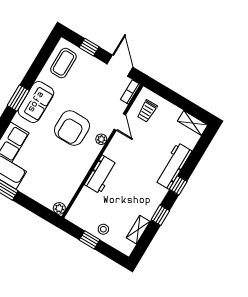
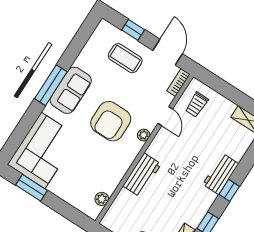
coffee table: (63, 63) -> (125, 58), moved, turned 90
window: (18, 98) -> (51, 85), width x1.44
workbench: (173, 166) -> (221, 174), width x0.73
plant: (59, 208) -> (102, 199), moved

